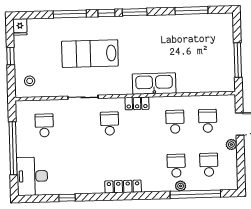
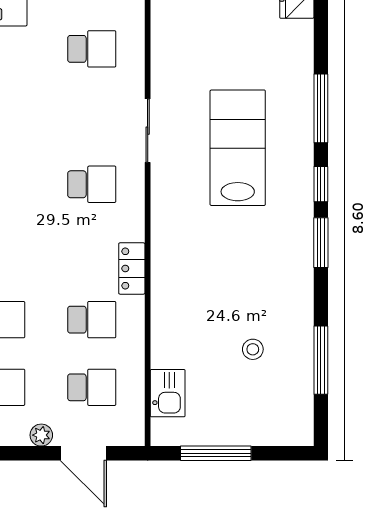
stool: (30, 81) -> (253, 349), moved
kitchen sink: (154, 84) -> (168, 393), moved, width x0.53, depth x0.81
locker: (137, 103) -> (132, 268), moved

